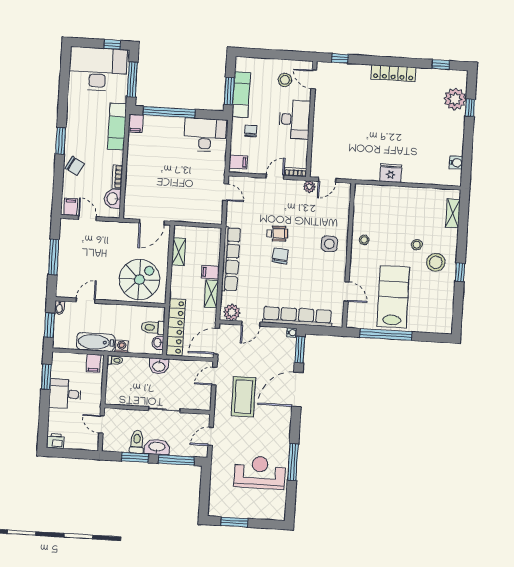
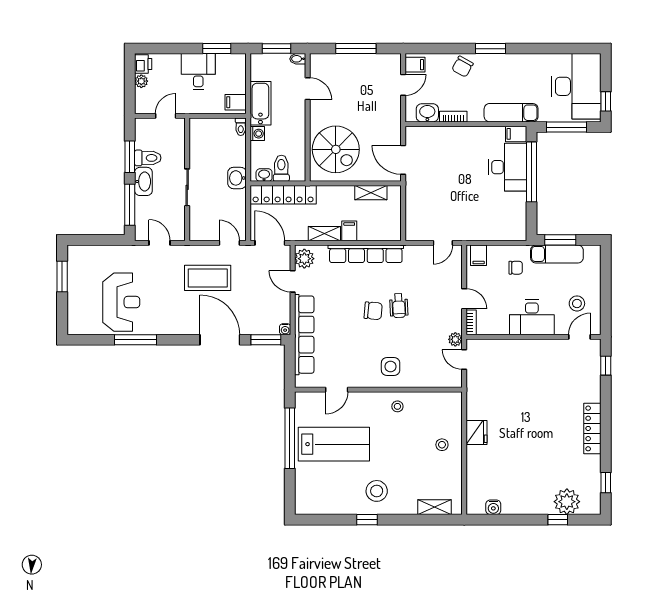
desk: (205, 135) -> (508, 167), moved
stool: (417, 245) -> (442, 445), moved
plant: (70, 444) -> (141, 81), added

